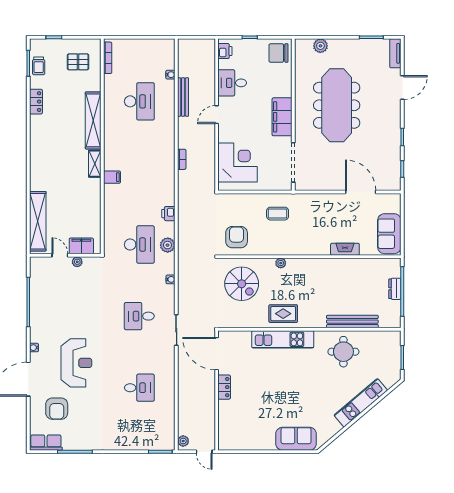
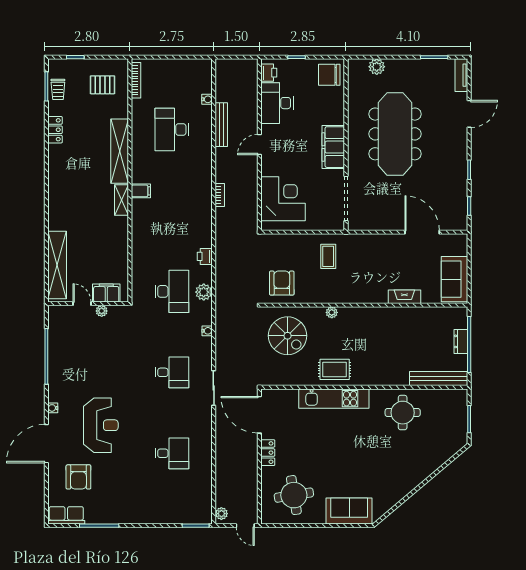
desk: (232, 83) -> (277, 103), width x1.37
desk: (139, 101) -> (172, 130), turned 180
filing cabinet: (112, 177) -> (141, 191), moved
coffee table: (278, 214) -> (328, 256), turned 90
desk: (139, 316) -> (172, 372), turned 180
bench: (352, 322) -> (439, 378), moved
kitchen unit: (361, 403) -> (422, 470), removed
round table: (247, 425) -> (294, 495), added

